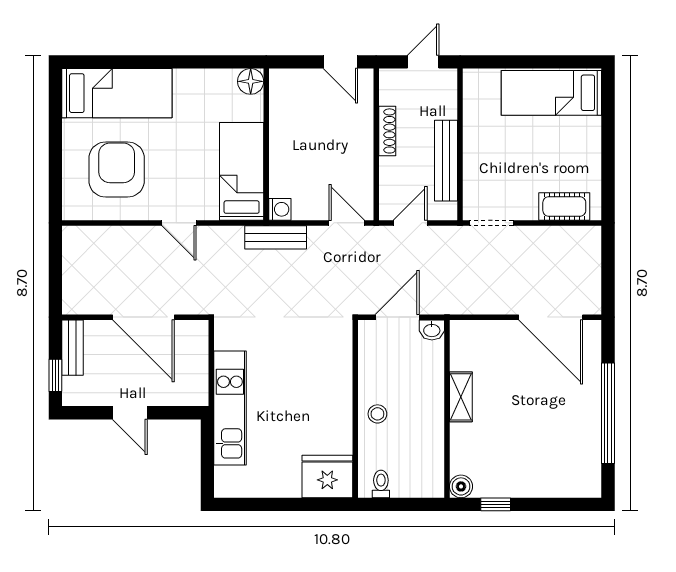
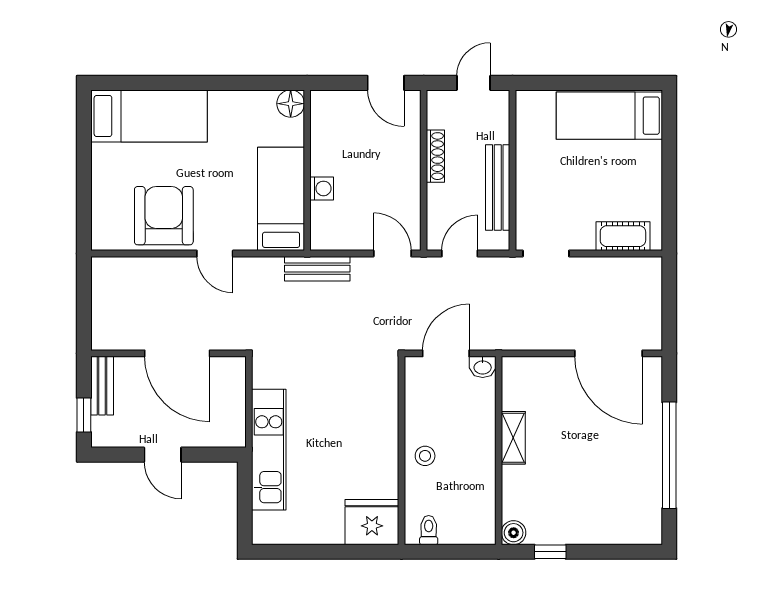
armchair: (117, 169) -> (164, 216), moved
washing machine: (280, 209) -> (322, 188), moved

